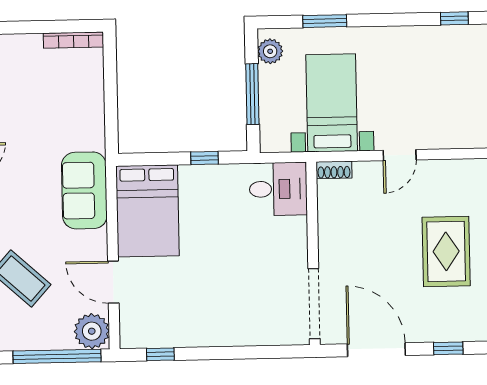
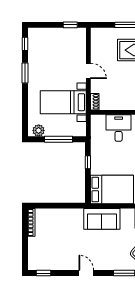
window: (325, 21) -> (25, 73), moved
desk: (278, 189) -> (119, 128), moved

